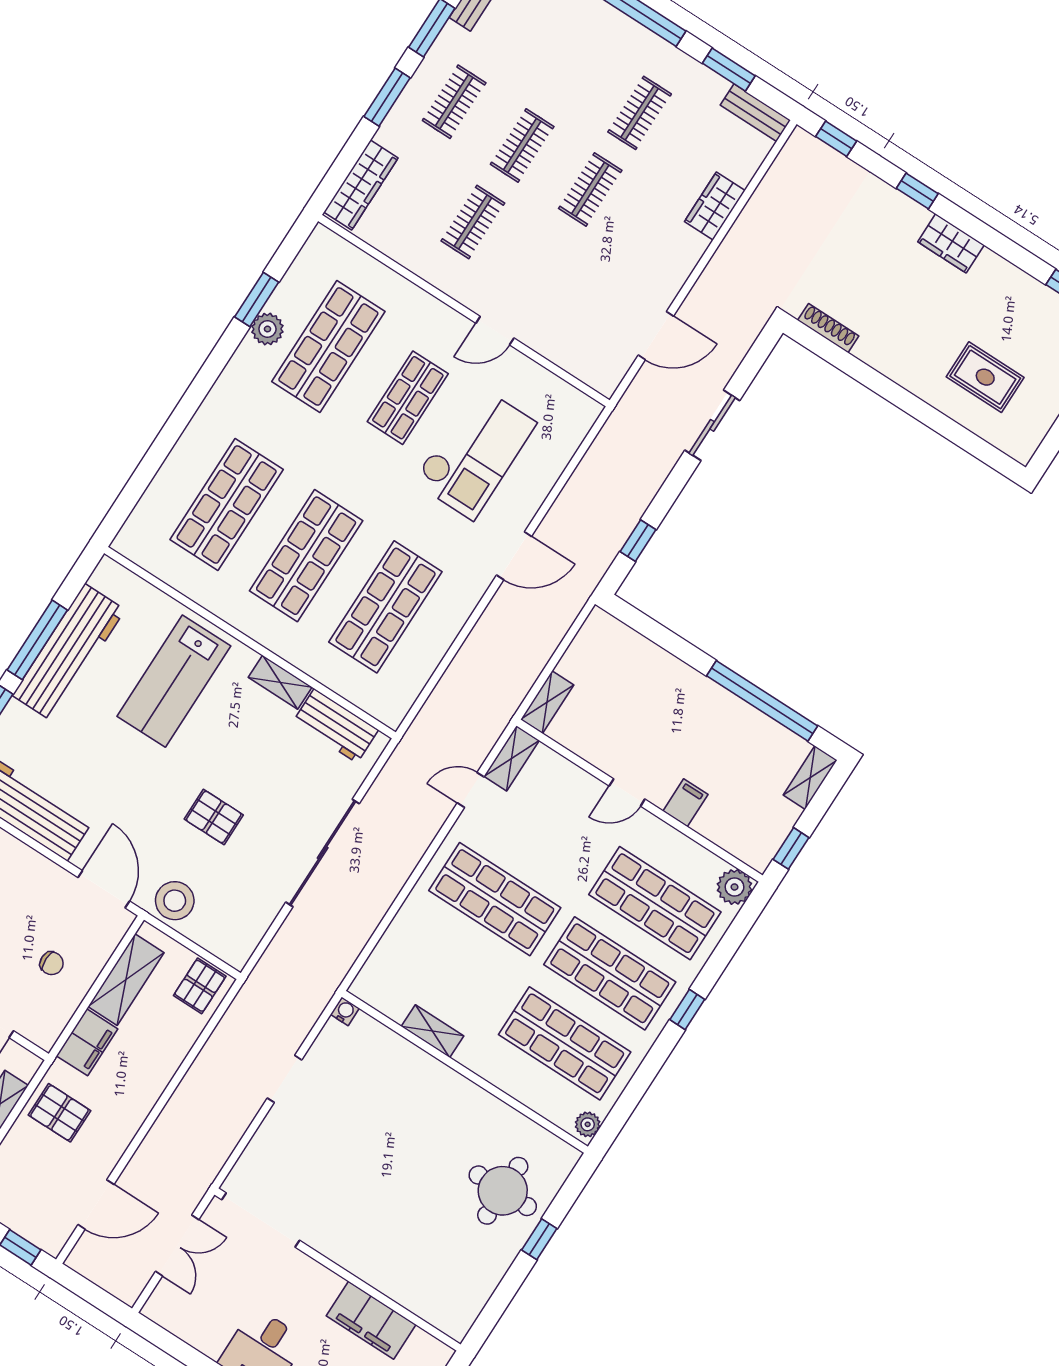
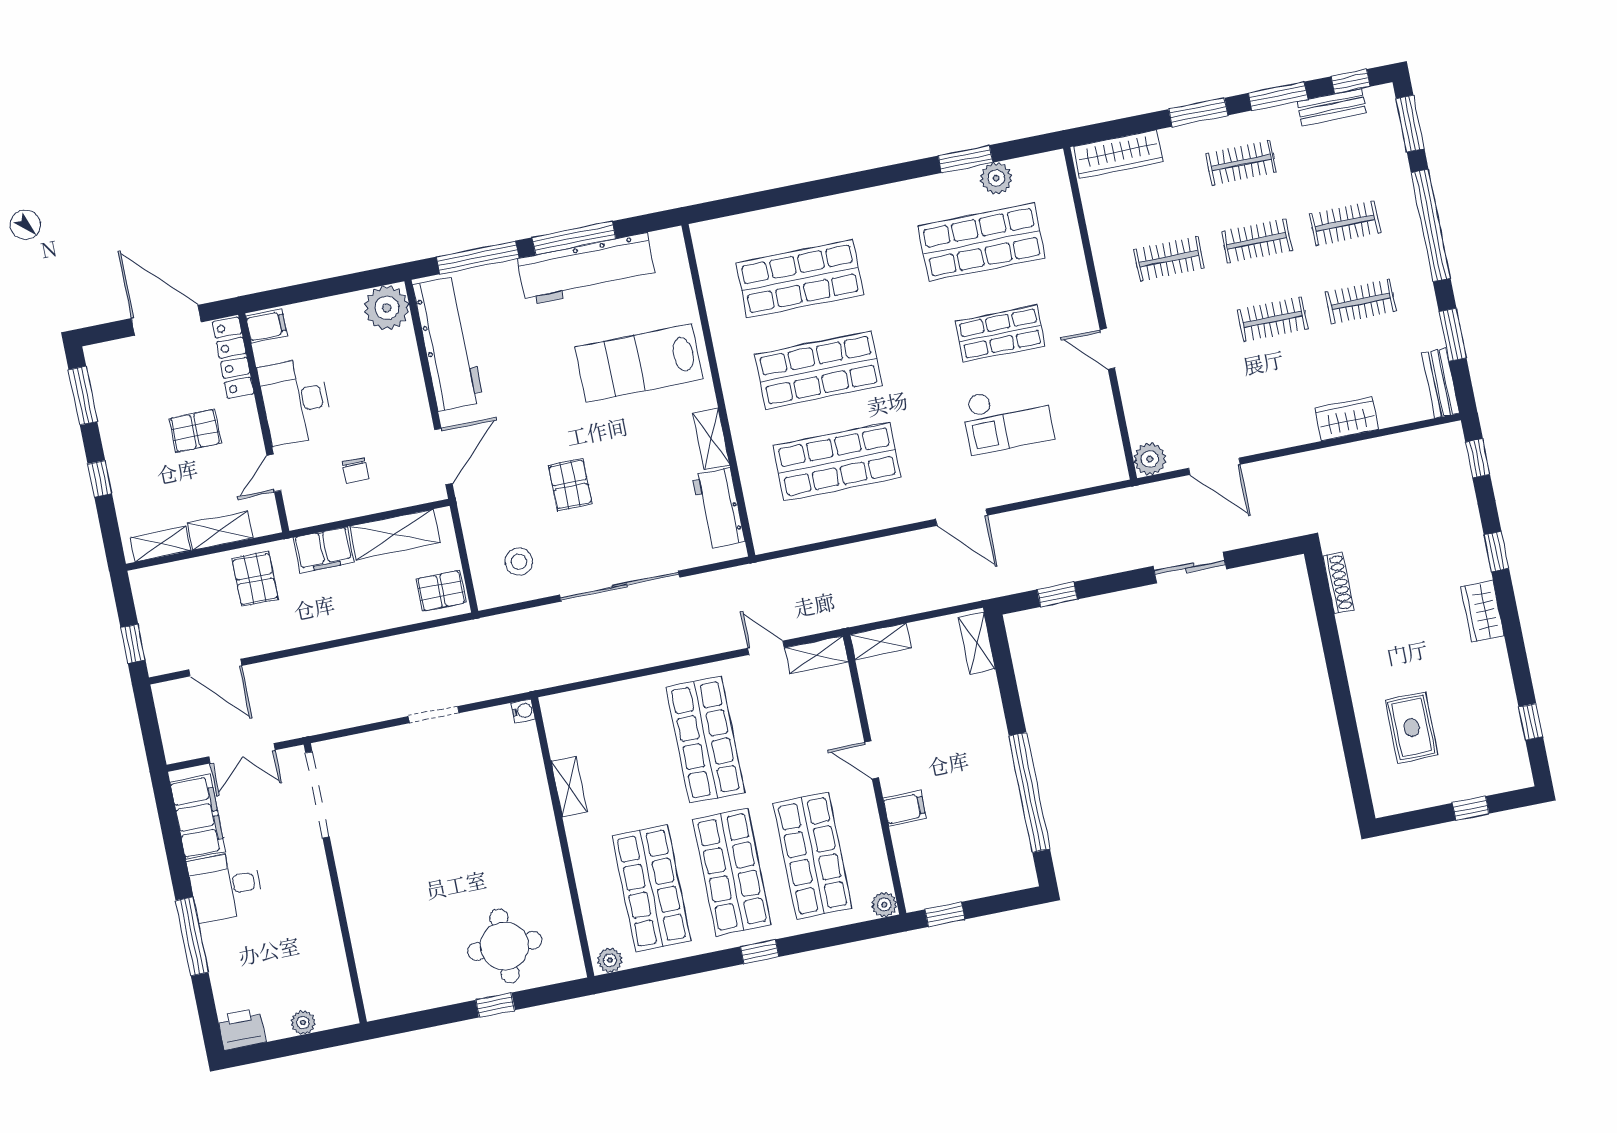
clothes rail: (572, 69) -> (1345, 223), added
plant: (267, 329) -> (996, 178), moved
plant: (605, 378) -> (1150, 459), added
checkout: (475, 452) -> (1007, 418), width x0.73, depth x0.83
shelving: (810, 778) -> (977, 643), moved, turned 90
plant: (734, 887) -> (884, 905), width x0.73, depth x0.73
stool: (175, 901) -> (519, 562), moved, width x0.73, depth x0.73
filing cabinet: (371, 1320) -> (198, 817), moved, turned 180

